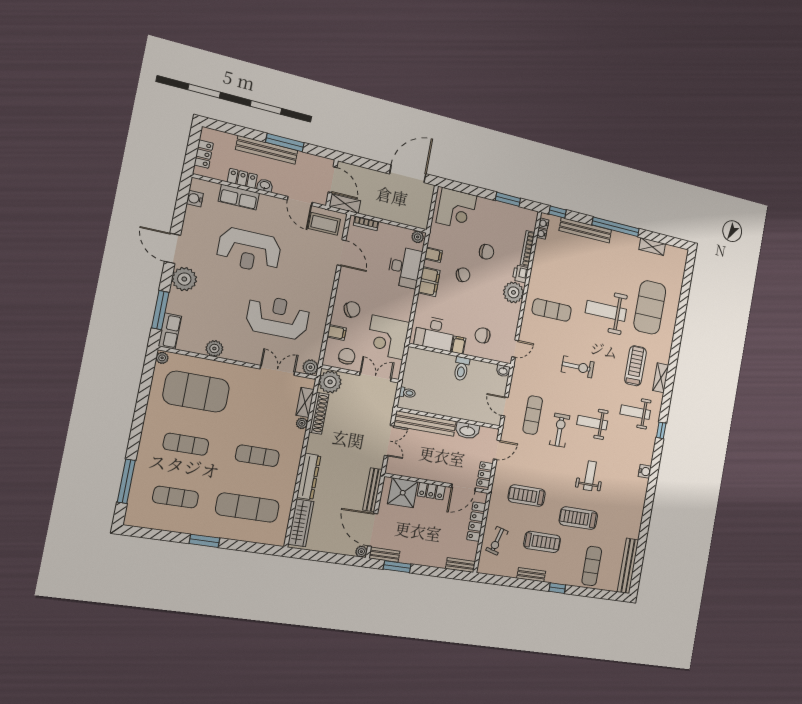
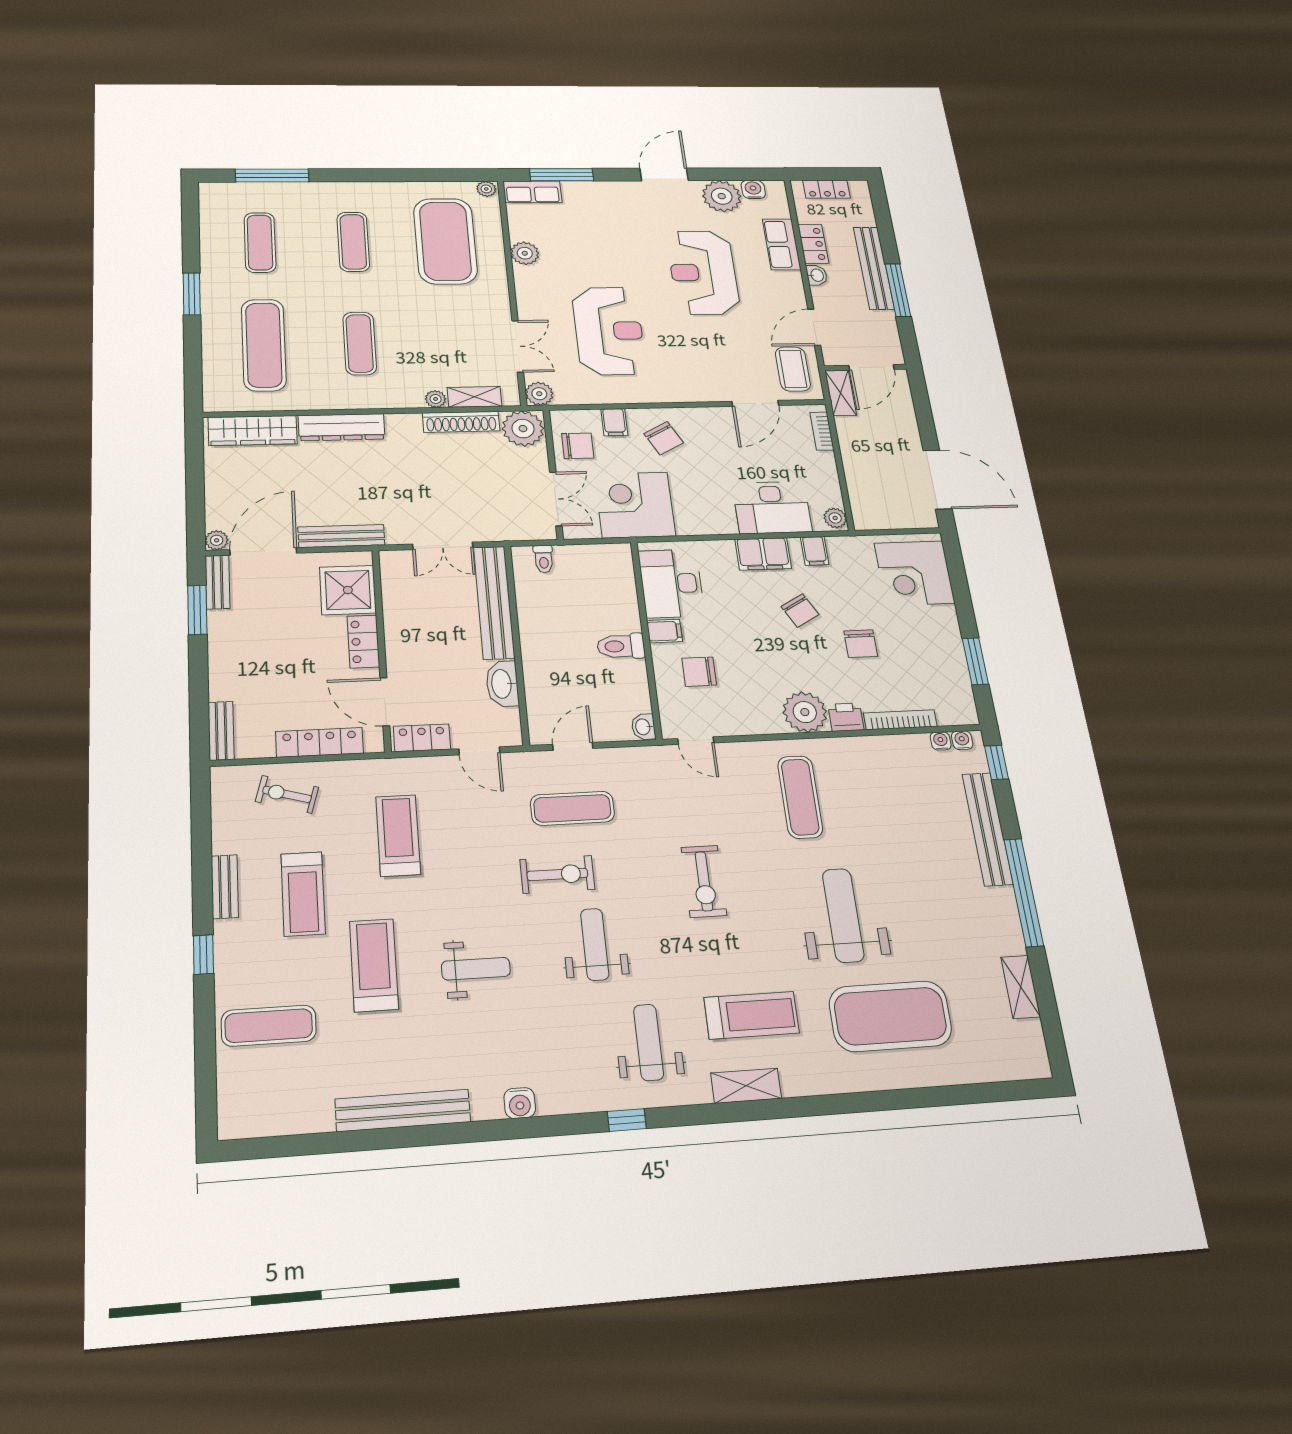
plant: (184, 279) -> (722, 196), moved
chair: (483, 335) -> (699, 672), turned -90
bench: (628, 566) -> (403, 1110), moved

